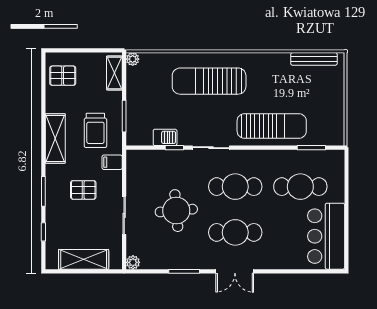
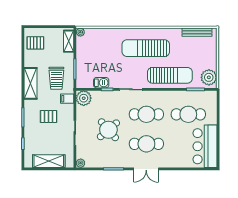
sun lounger: (209, 81) -> (146, 48), moved
plant: (332, 129) -> (209, 77), added
plant: (138, 161) -> (84, 98), added
round table: (176, 211) -> (108, 130), turned -36

